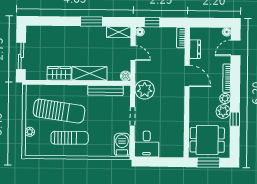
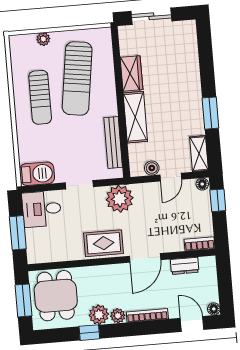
boiler: (125, 76) -> (152, 168), moved
rug: (174, 104) -> (104, 243), added
window: (161, 162) -> (18, 233), added

